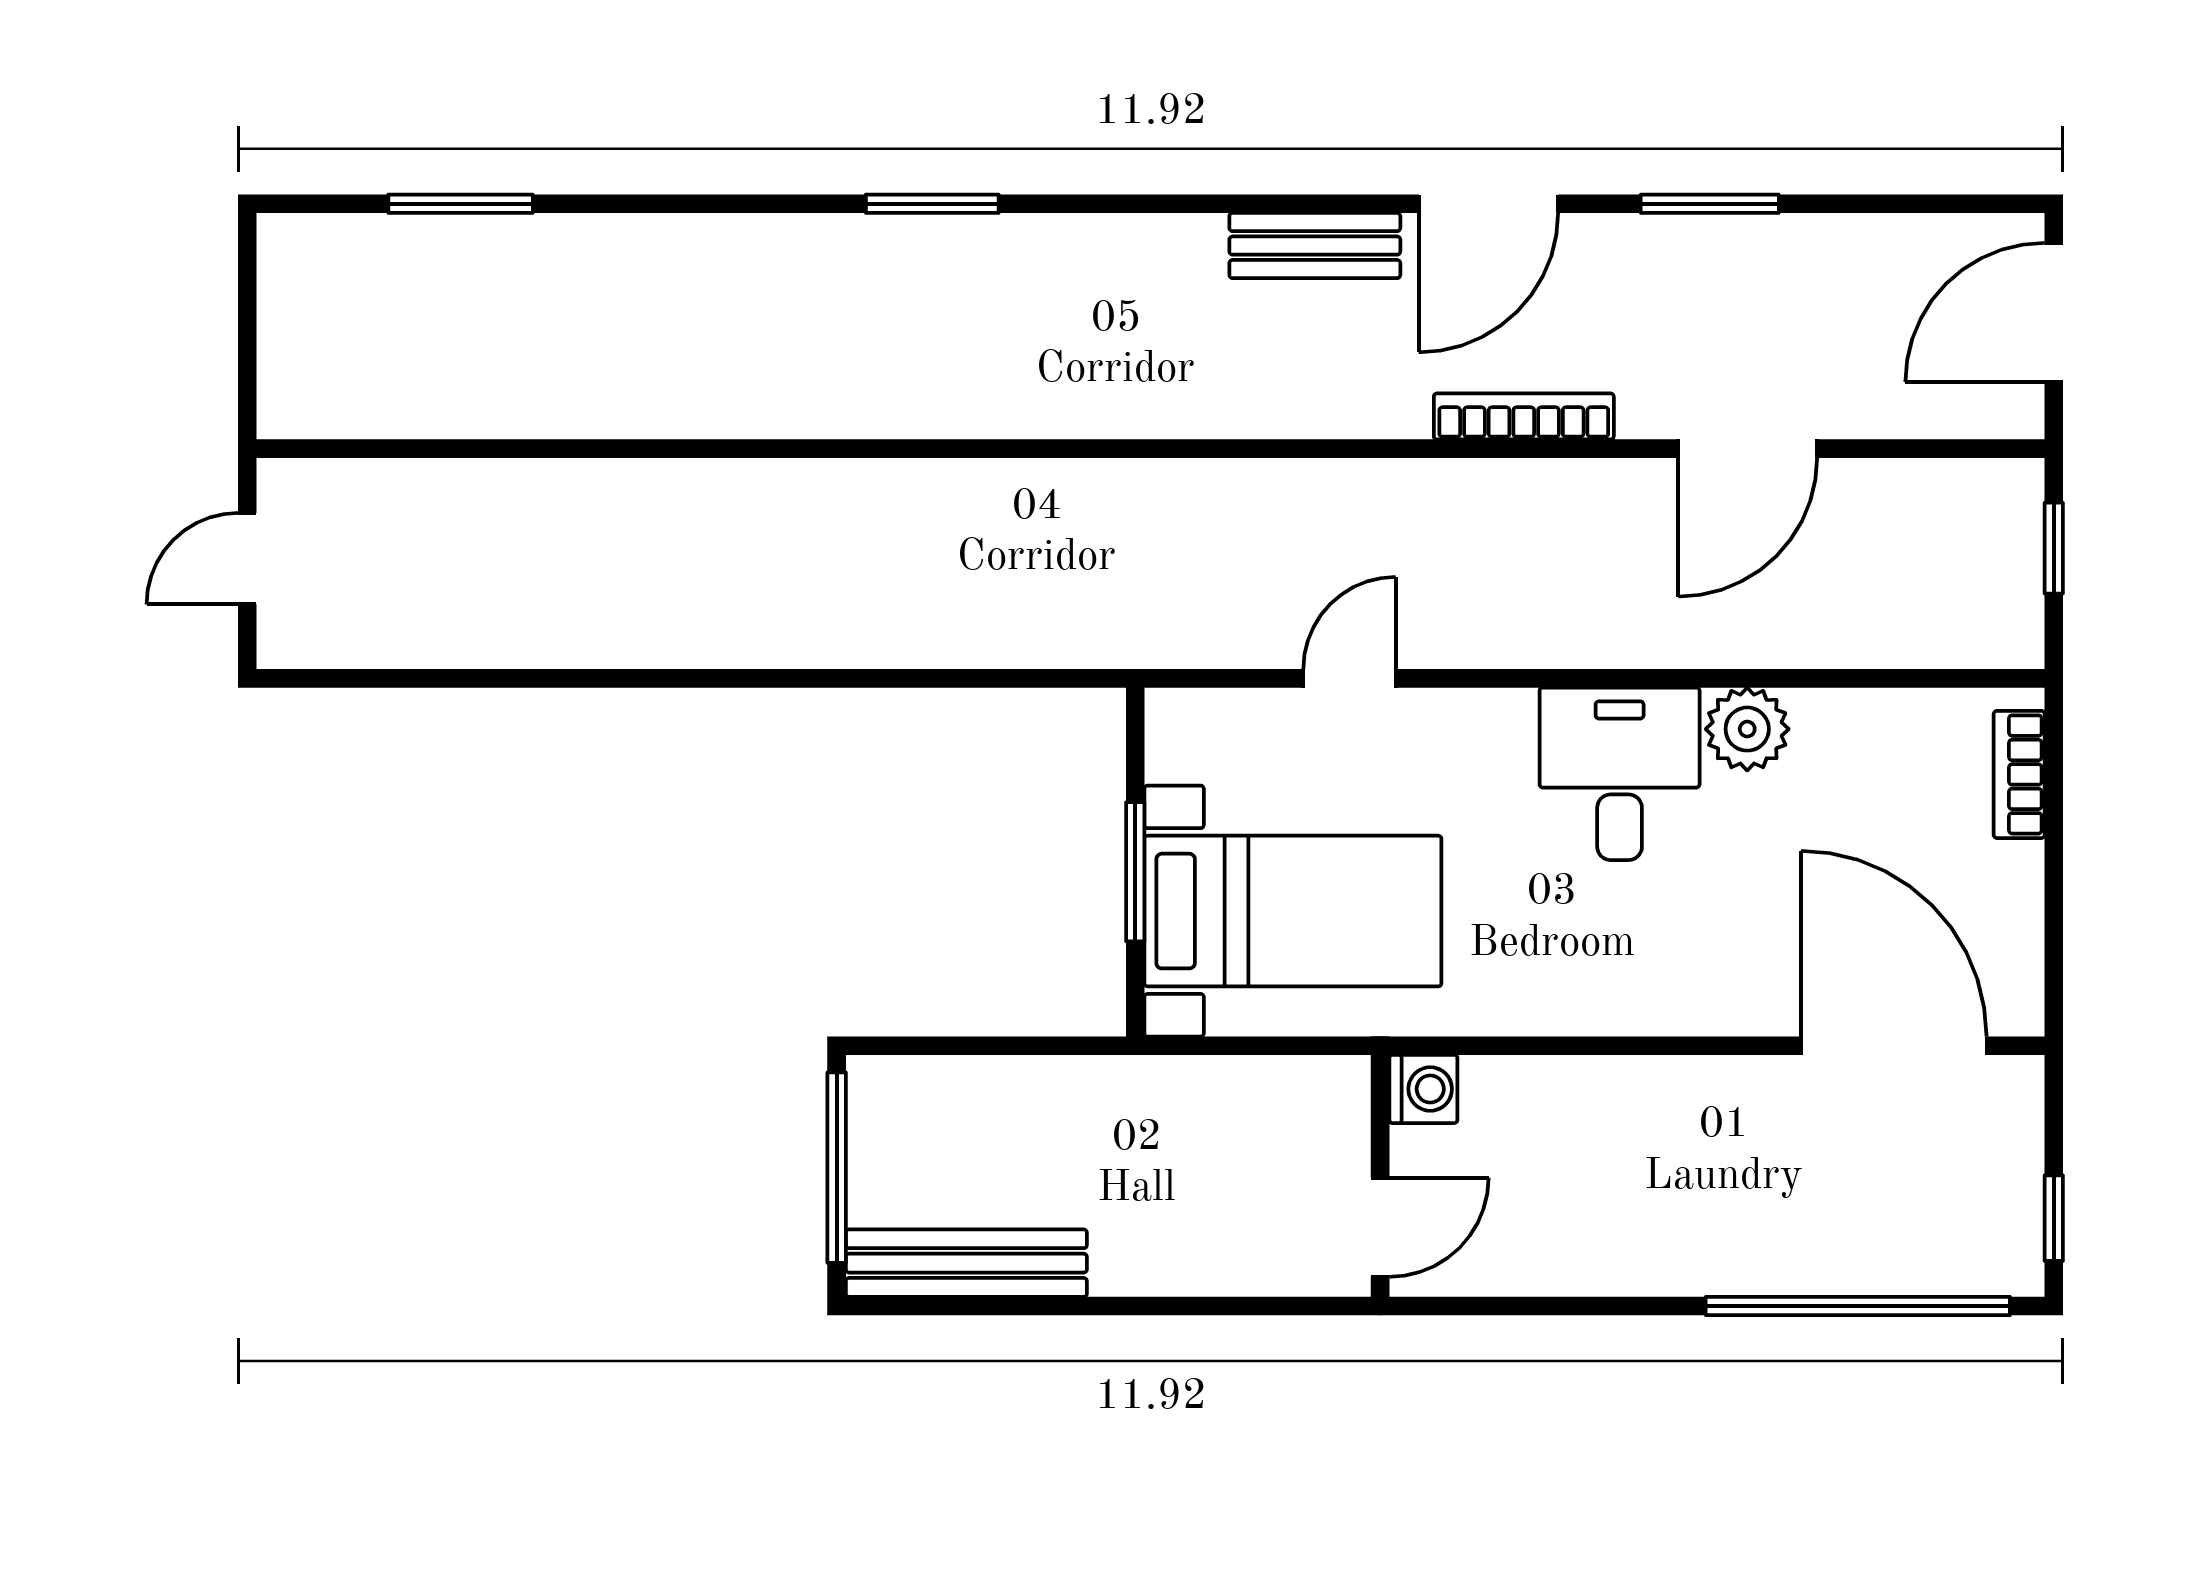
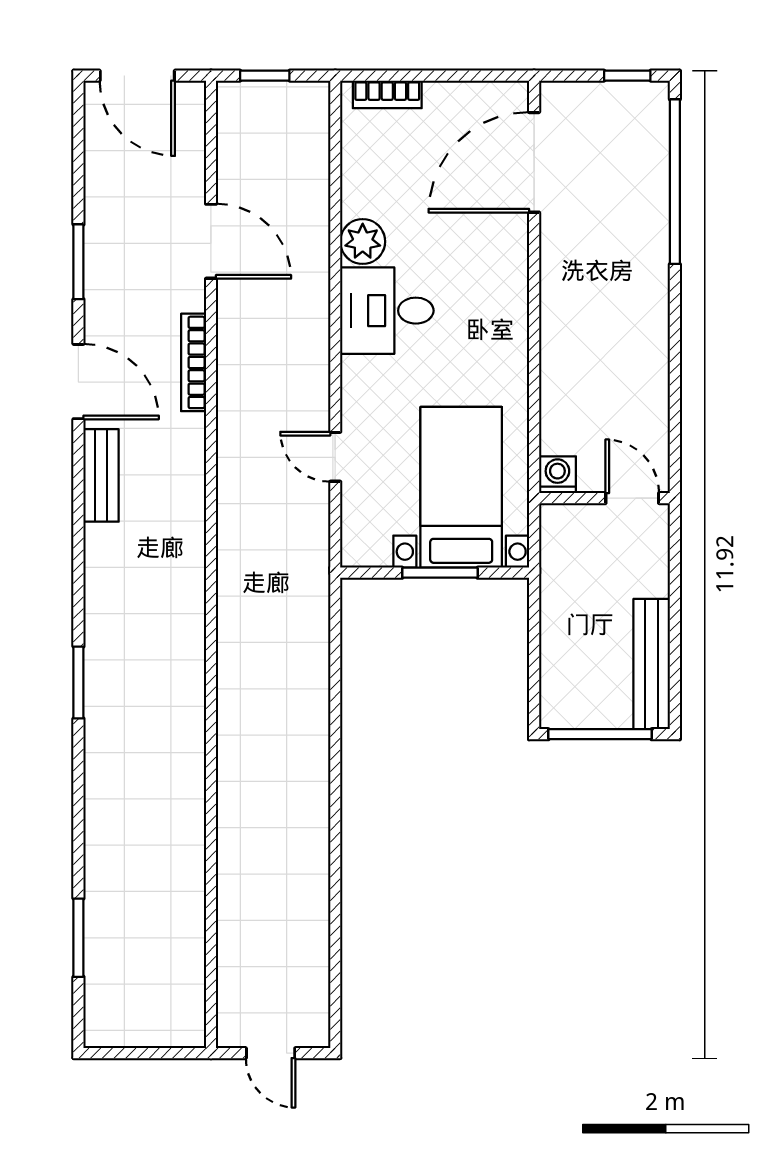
washing machine: (1423, 1089) -> (557, 475), moved
wall: (1380, 1176) -> (604, 498), moved
door: (1380, 1227) -> (632, 498), moved

